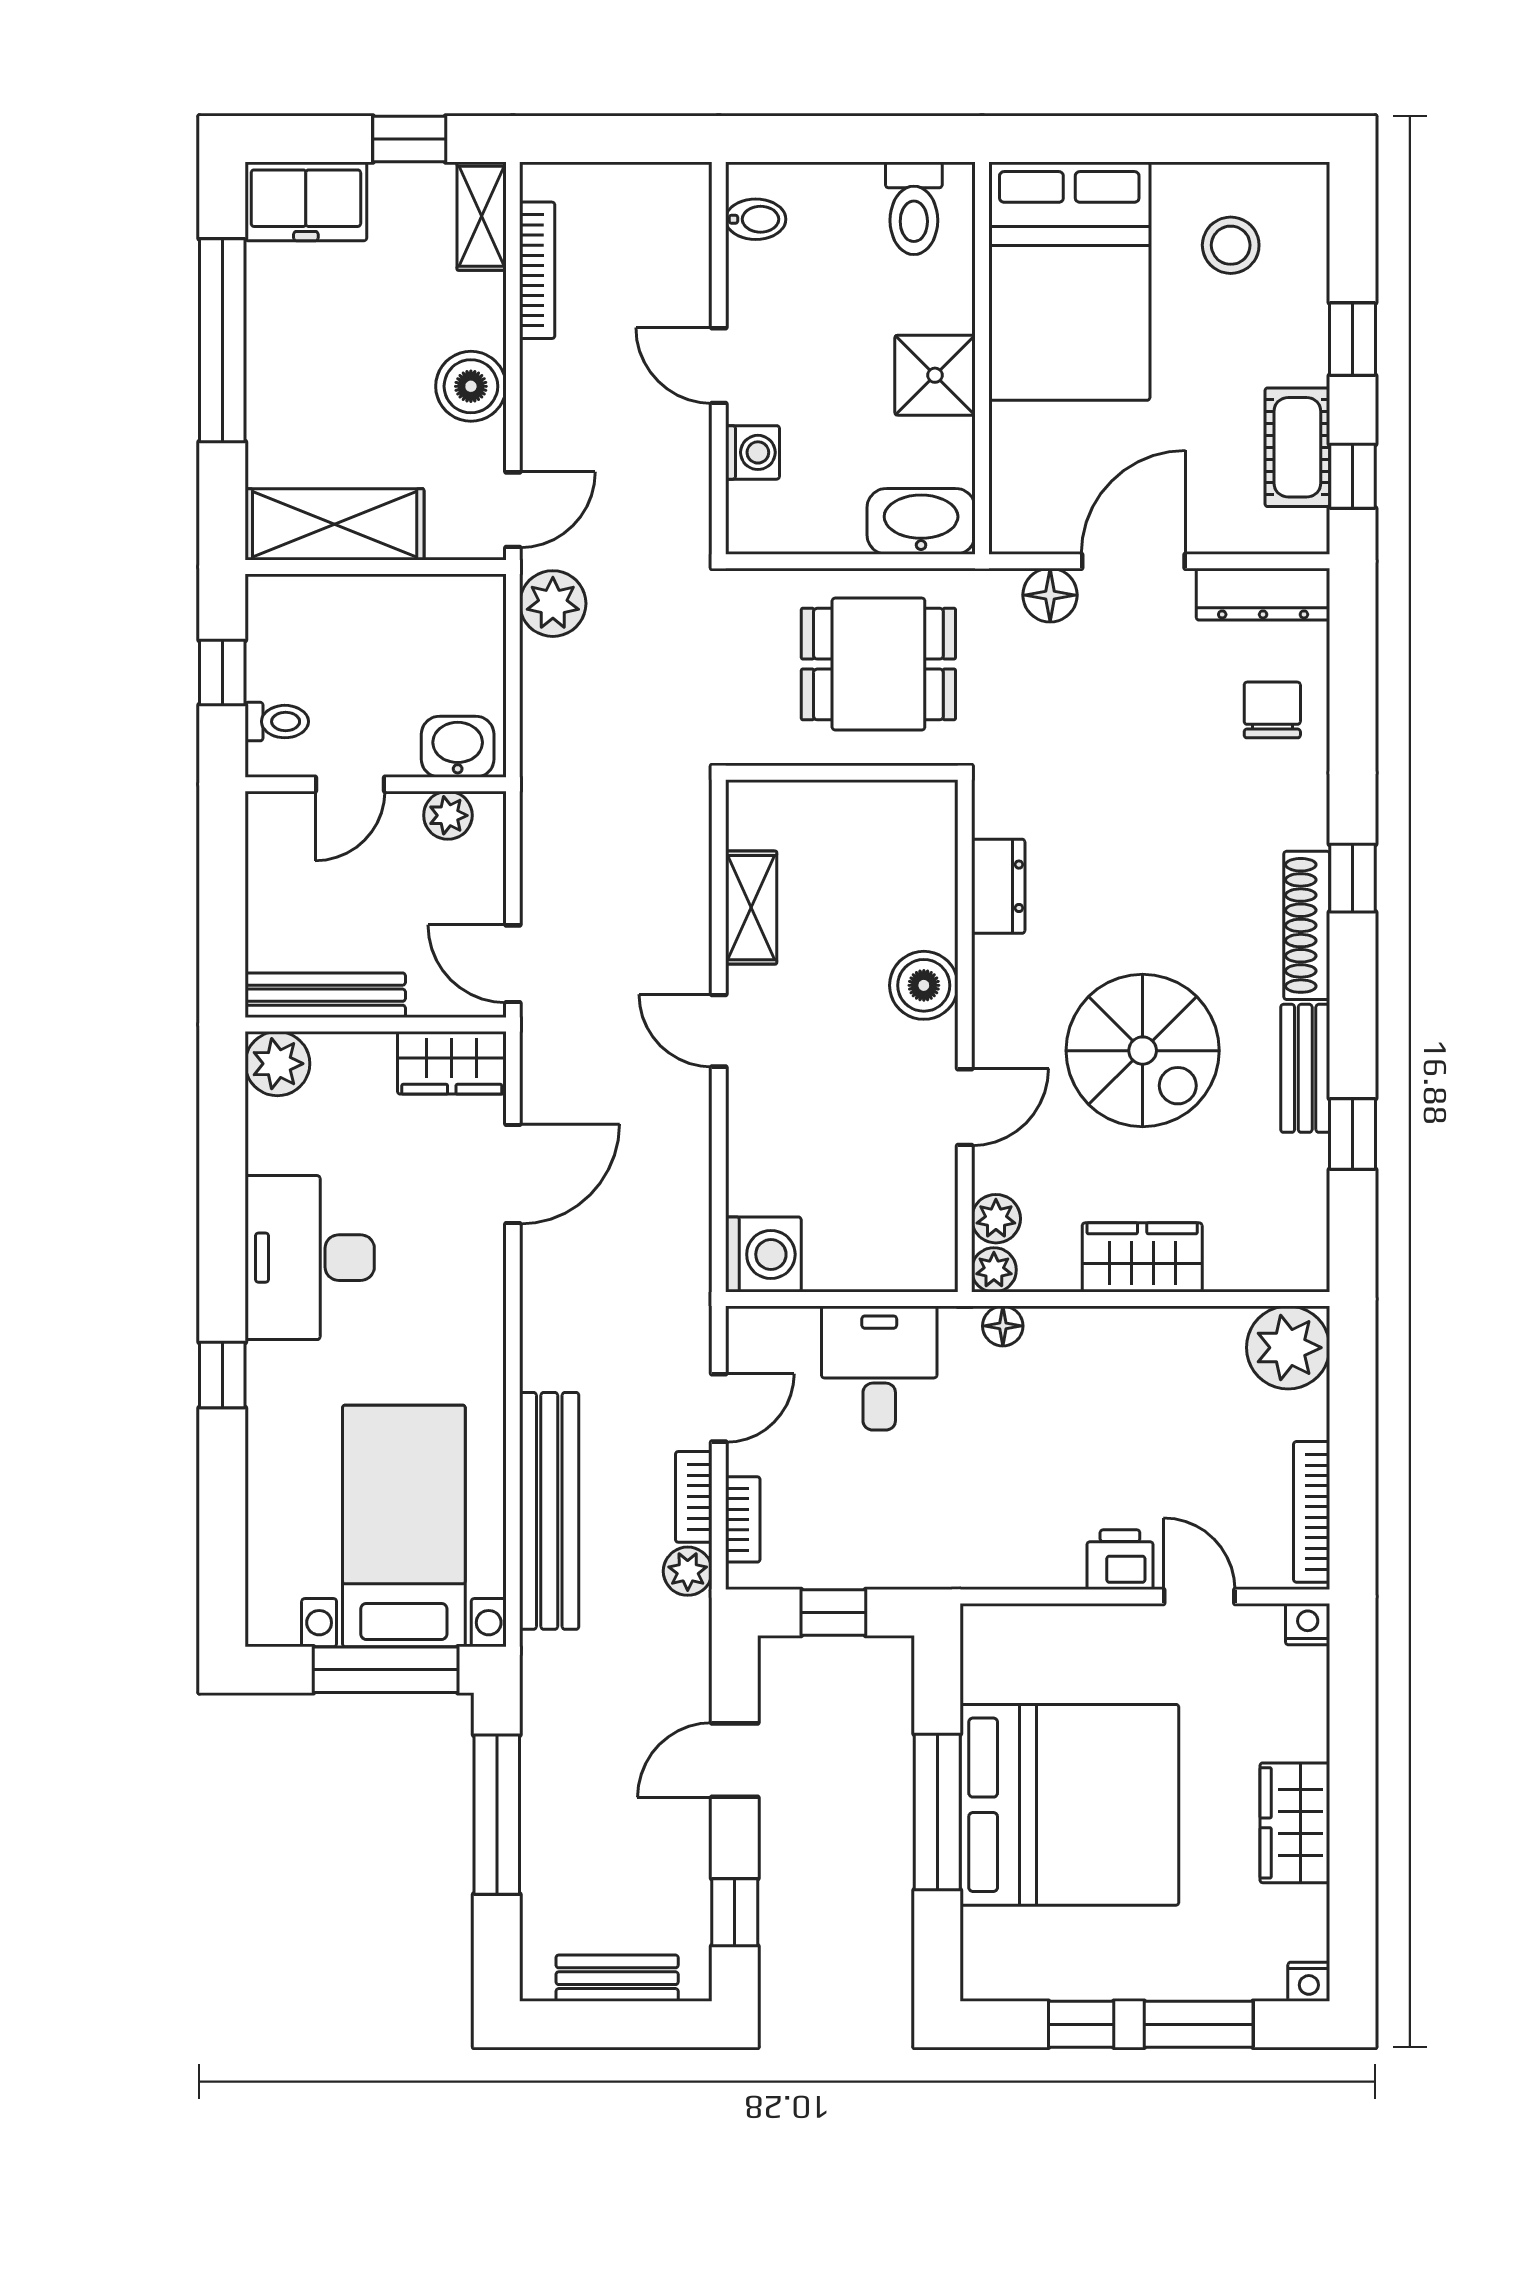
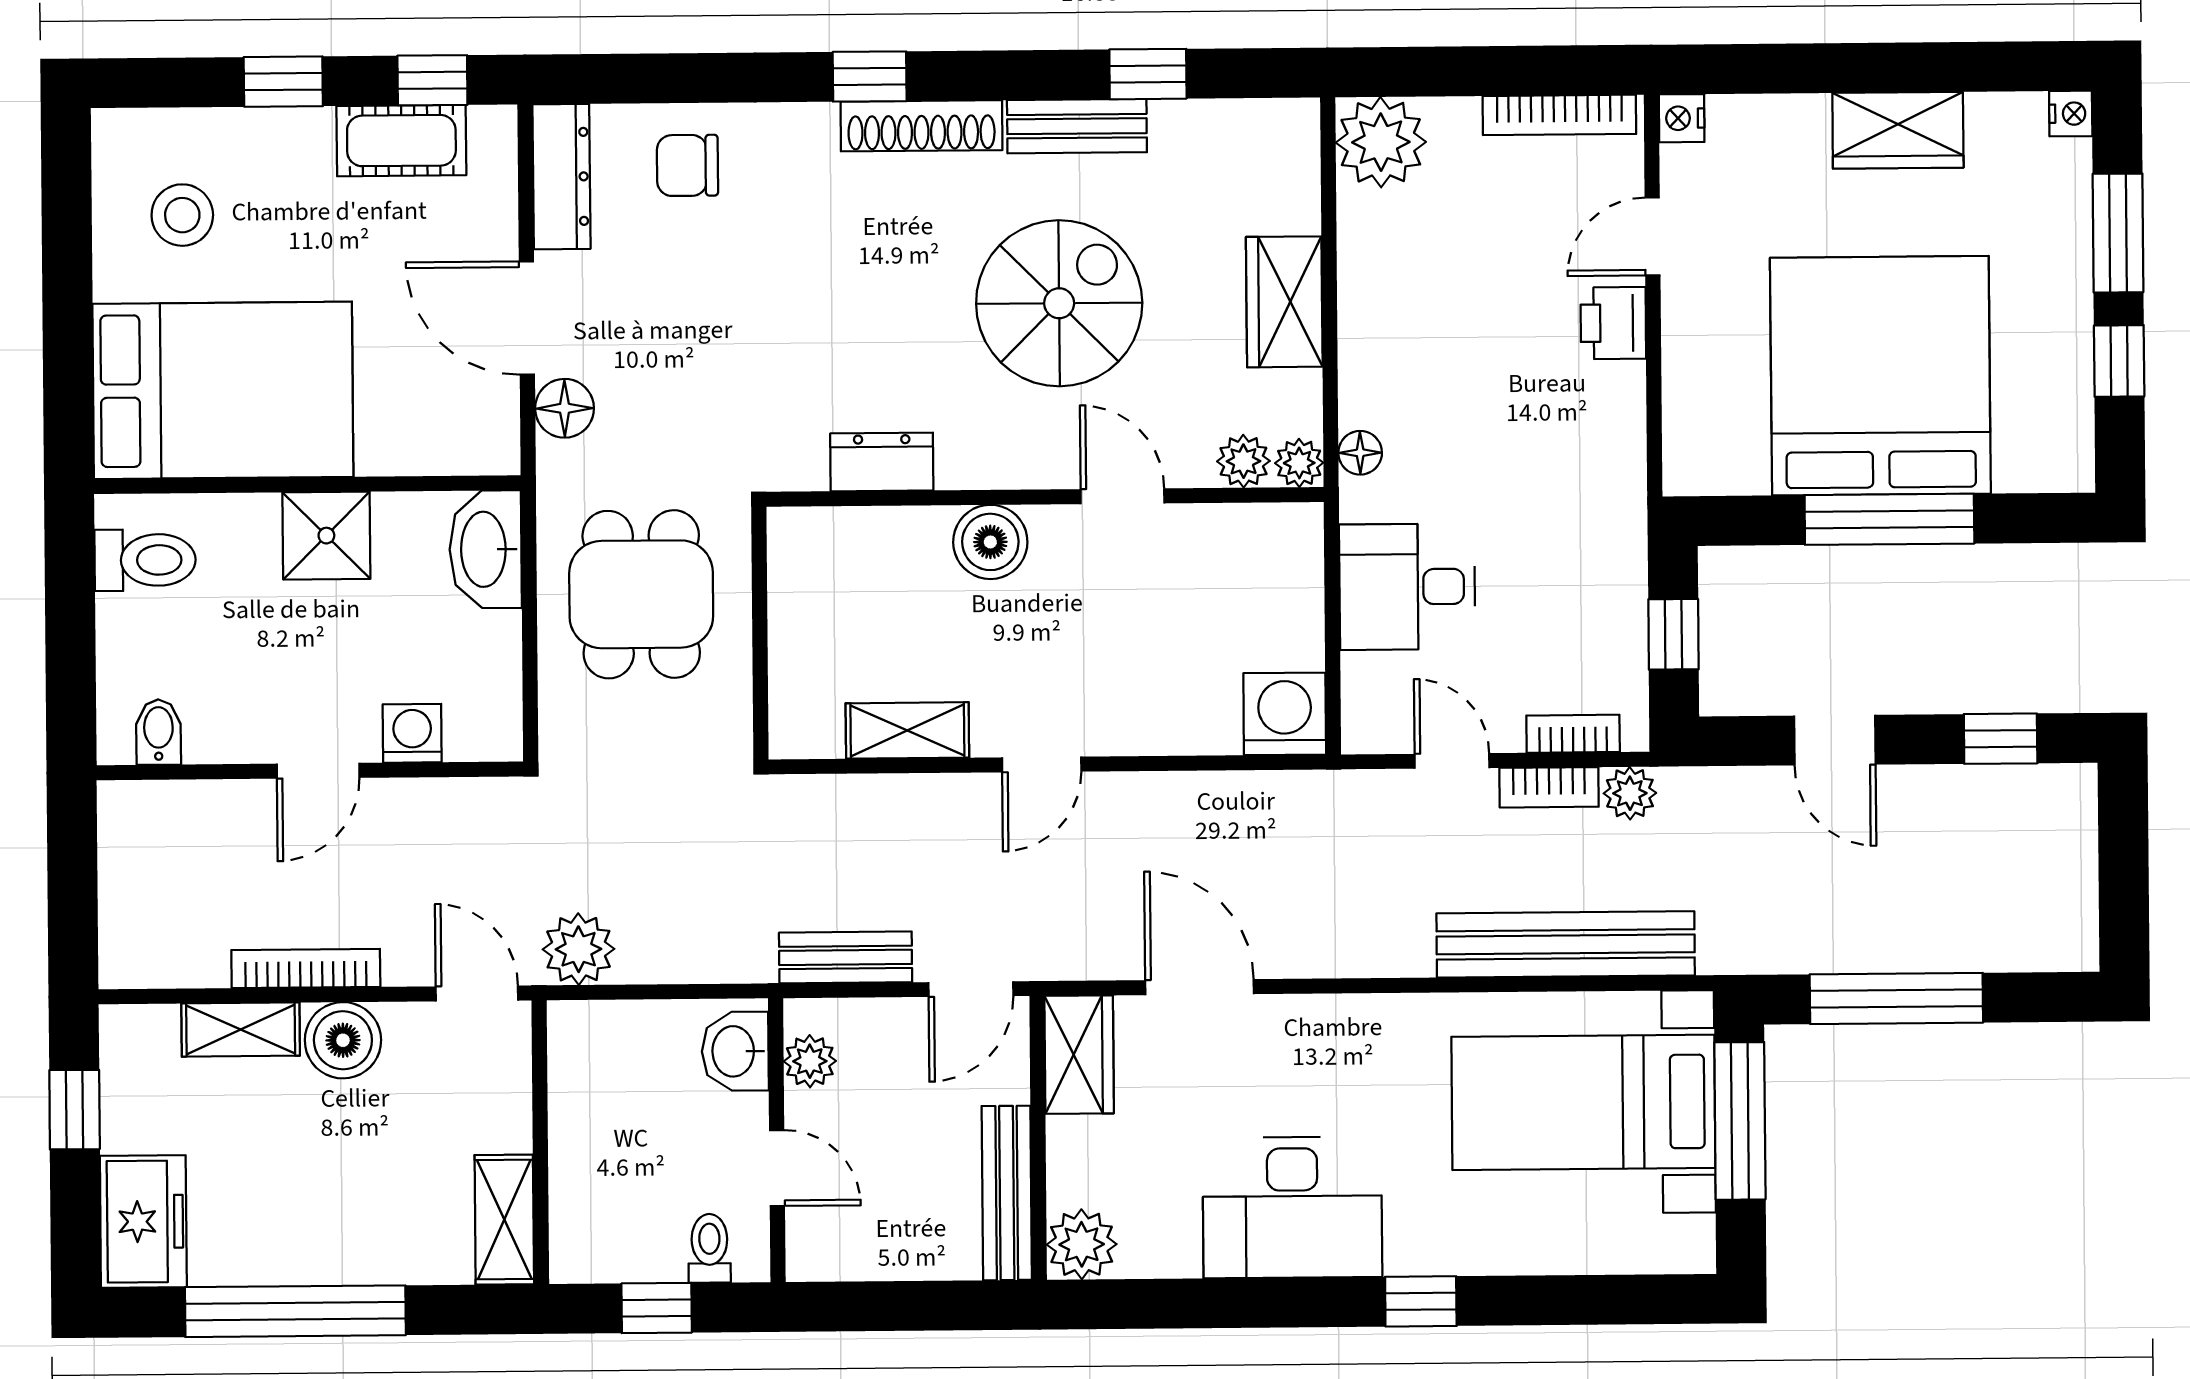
shelving: (482, 216) -> (241, 1030), moved
bookcase: (537, 270) -> (306, 968), moved
shelving: (335, 524) -> (504, 1220), width x0.67, depth x0.75
bench: (617, 1978) -> (846, 957), moved, turned 90

